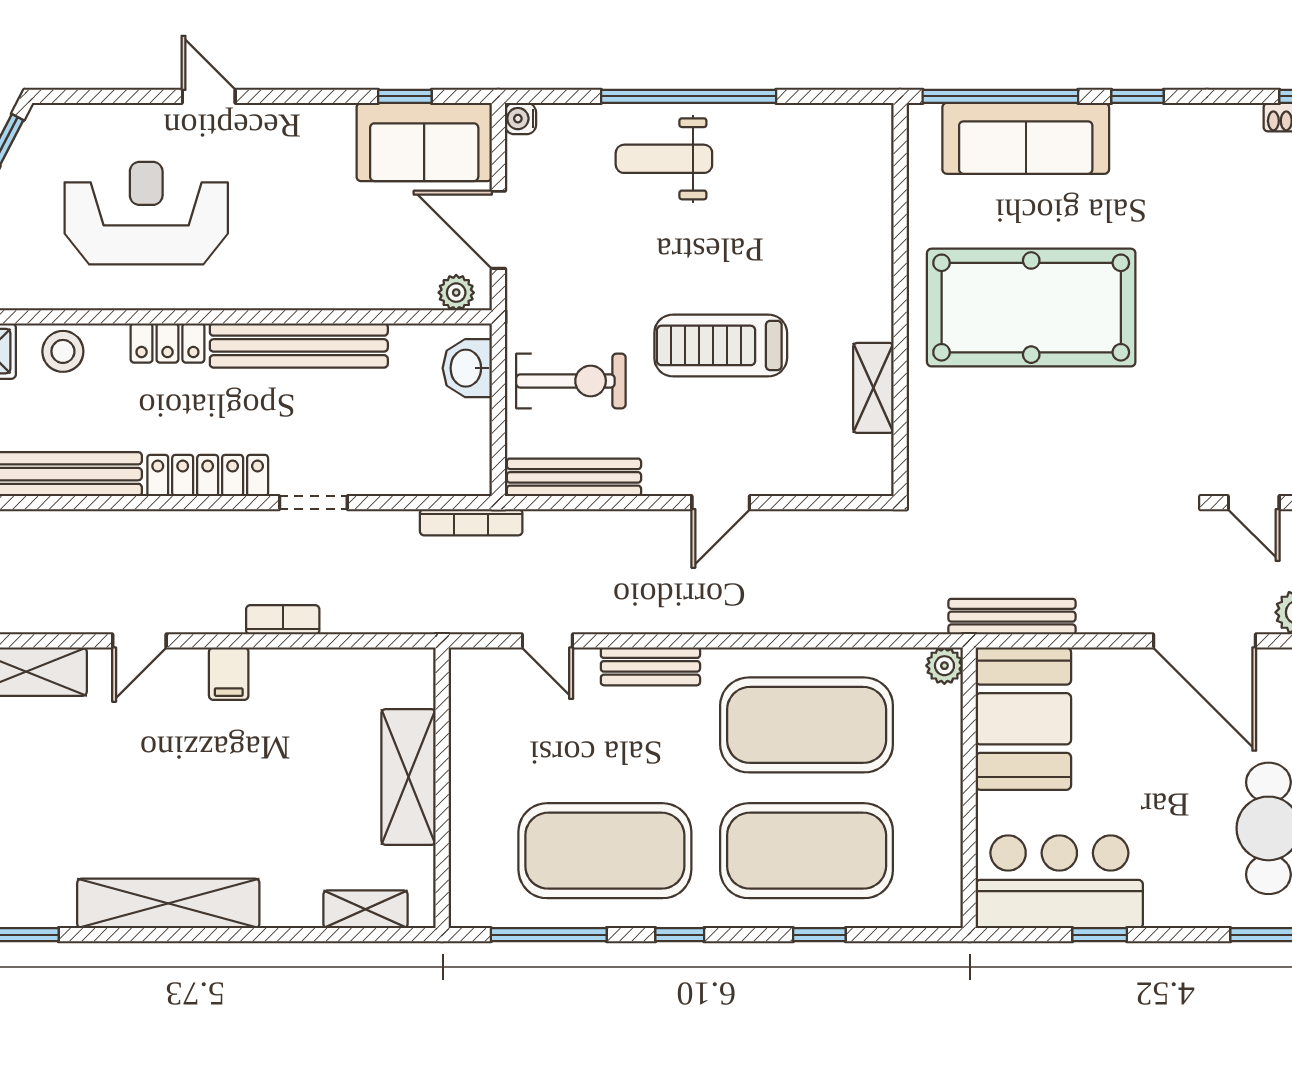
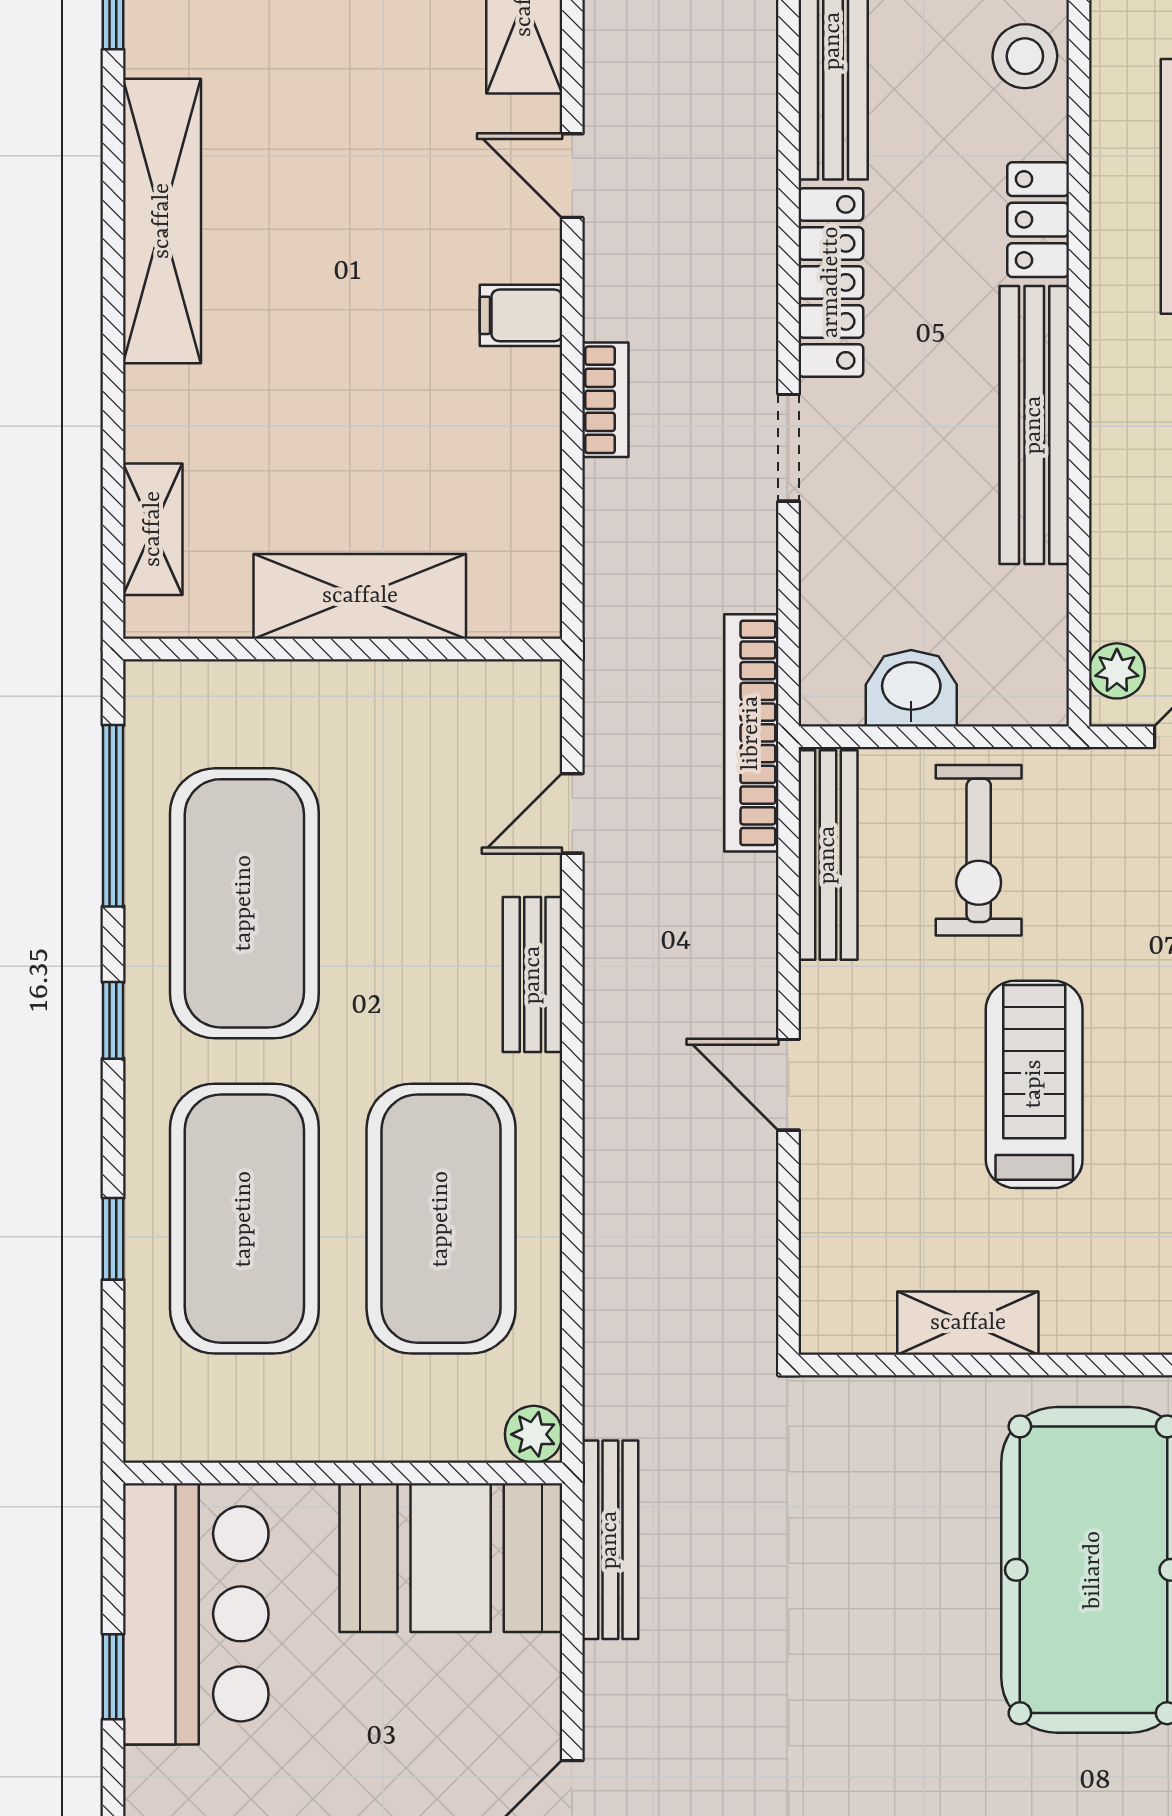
washbasin: (467, 368) -> (911, 688), moved
bookcase: (471, 522) -> (751, 733), width x1.48, depth x1.31

